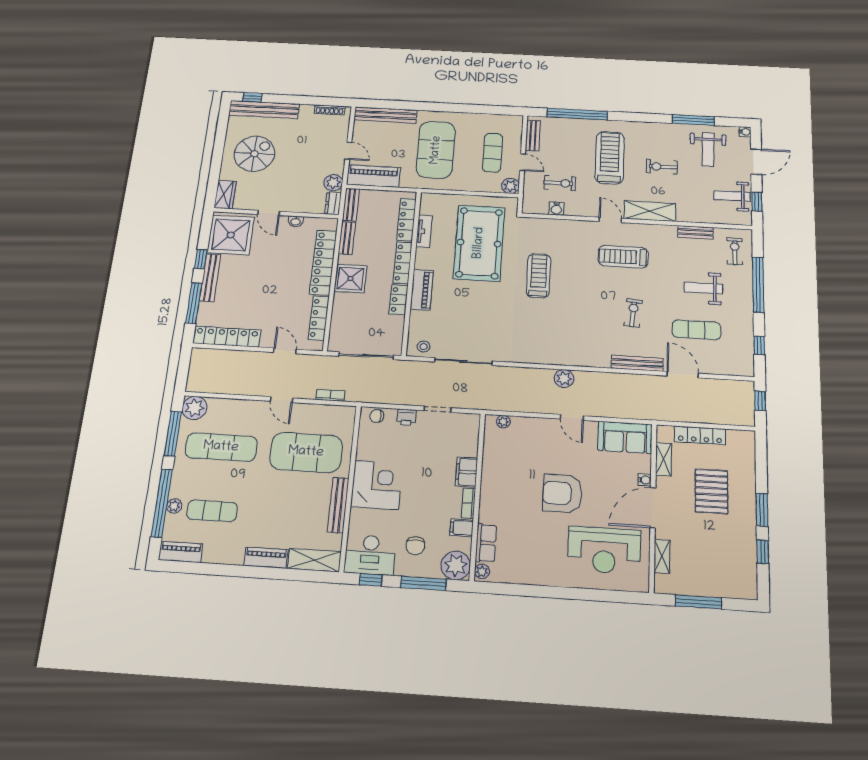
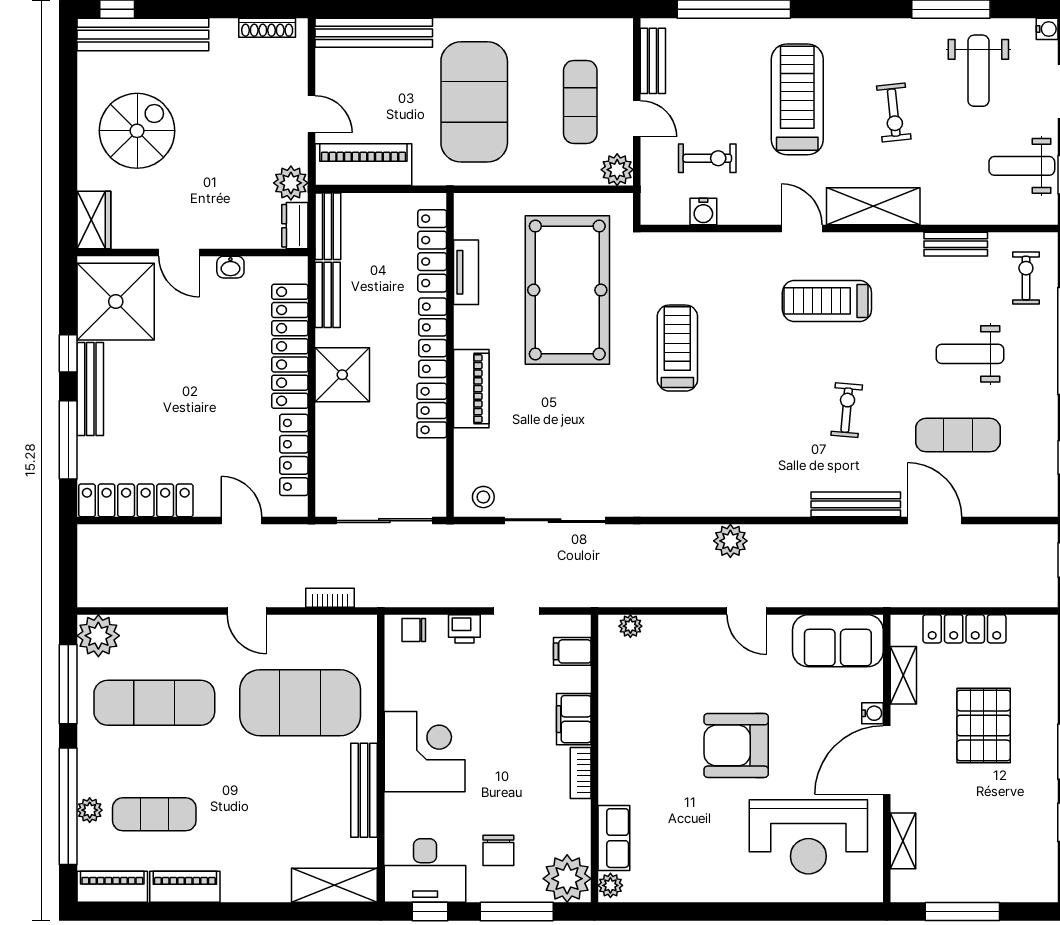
exercise bike: (662, 167) -> (894, 113), turned -96
filing cabinet: (462, 528) -> (572, 651), moved
piano: (266, 558) -> (185, 887), moved

